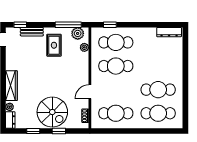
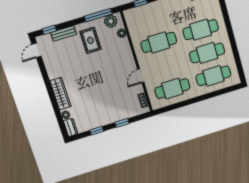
cafe table: (116, 42) -> (201, 30), moved
spiral stairs: (52, 112) -> (110, 107), removed

